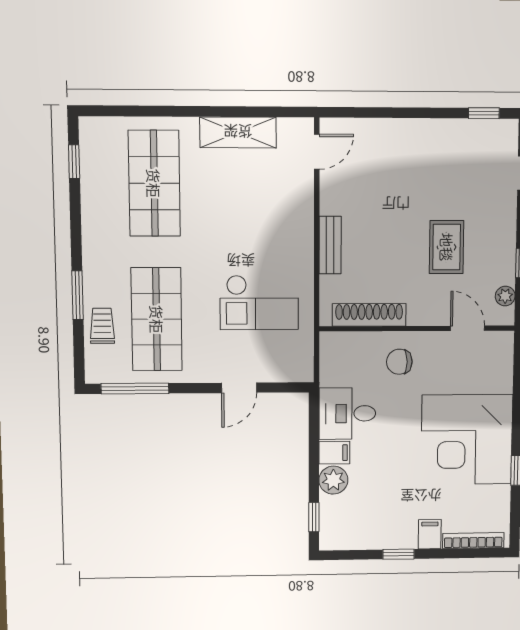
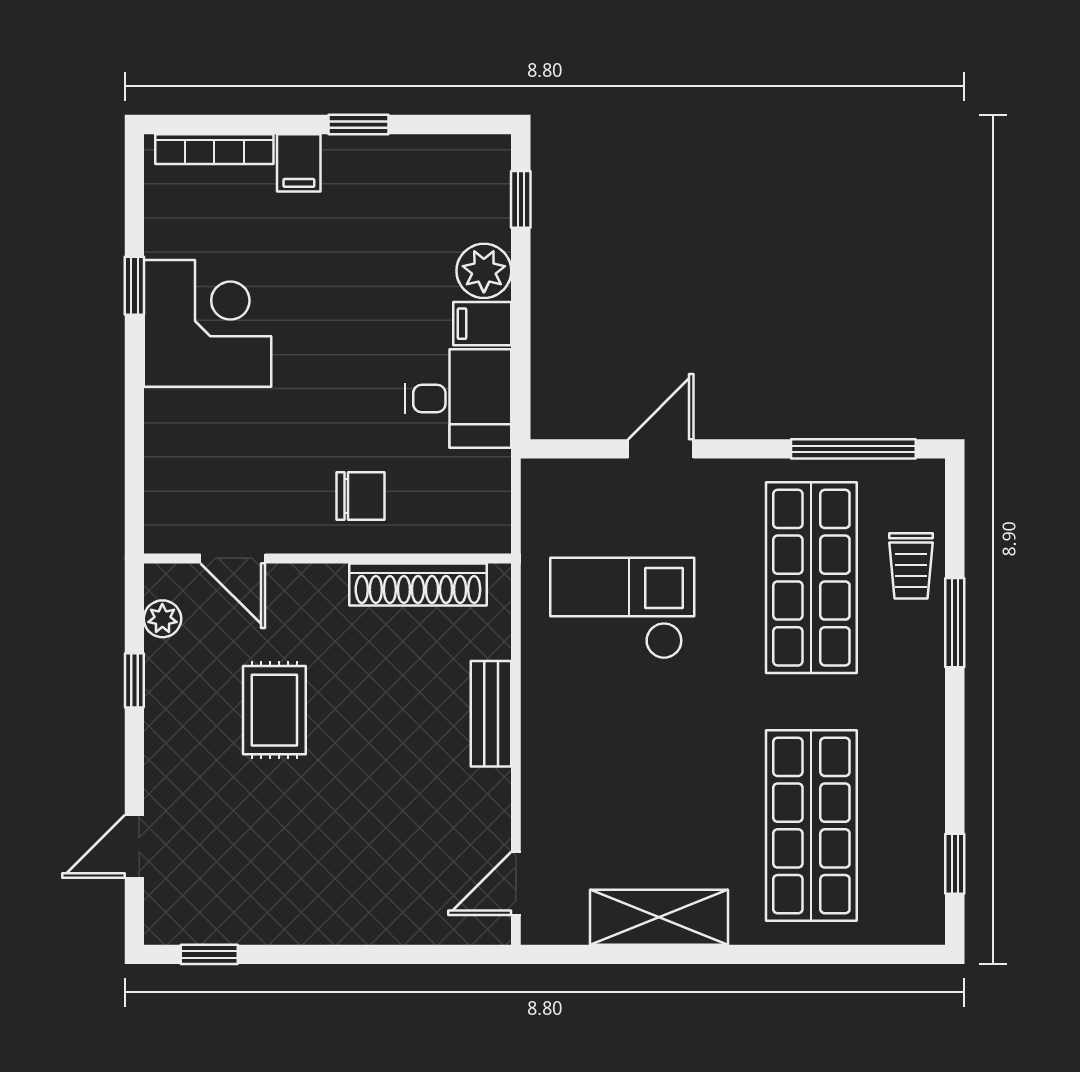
corner desk: (467, 440) -> (207, 323), width x0.74, depth x0.74

